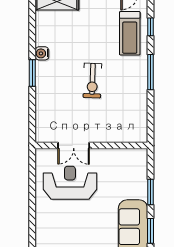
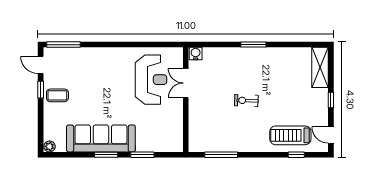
water cooler: (42, 53) -> (196, 54), moved
window: (151, 72) -> (221, 155), moved
exercise bike: (92, 81) -> (246, 101), width x0.73, depth x0.72

